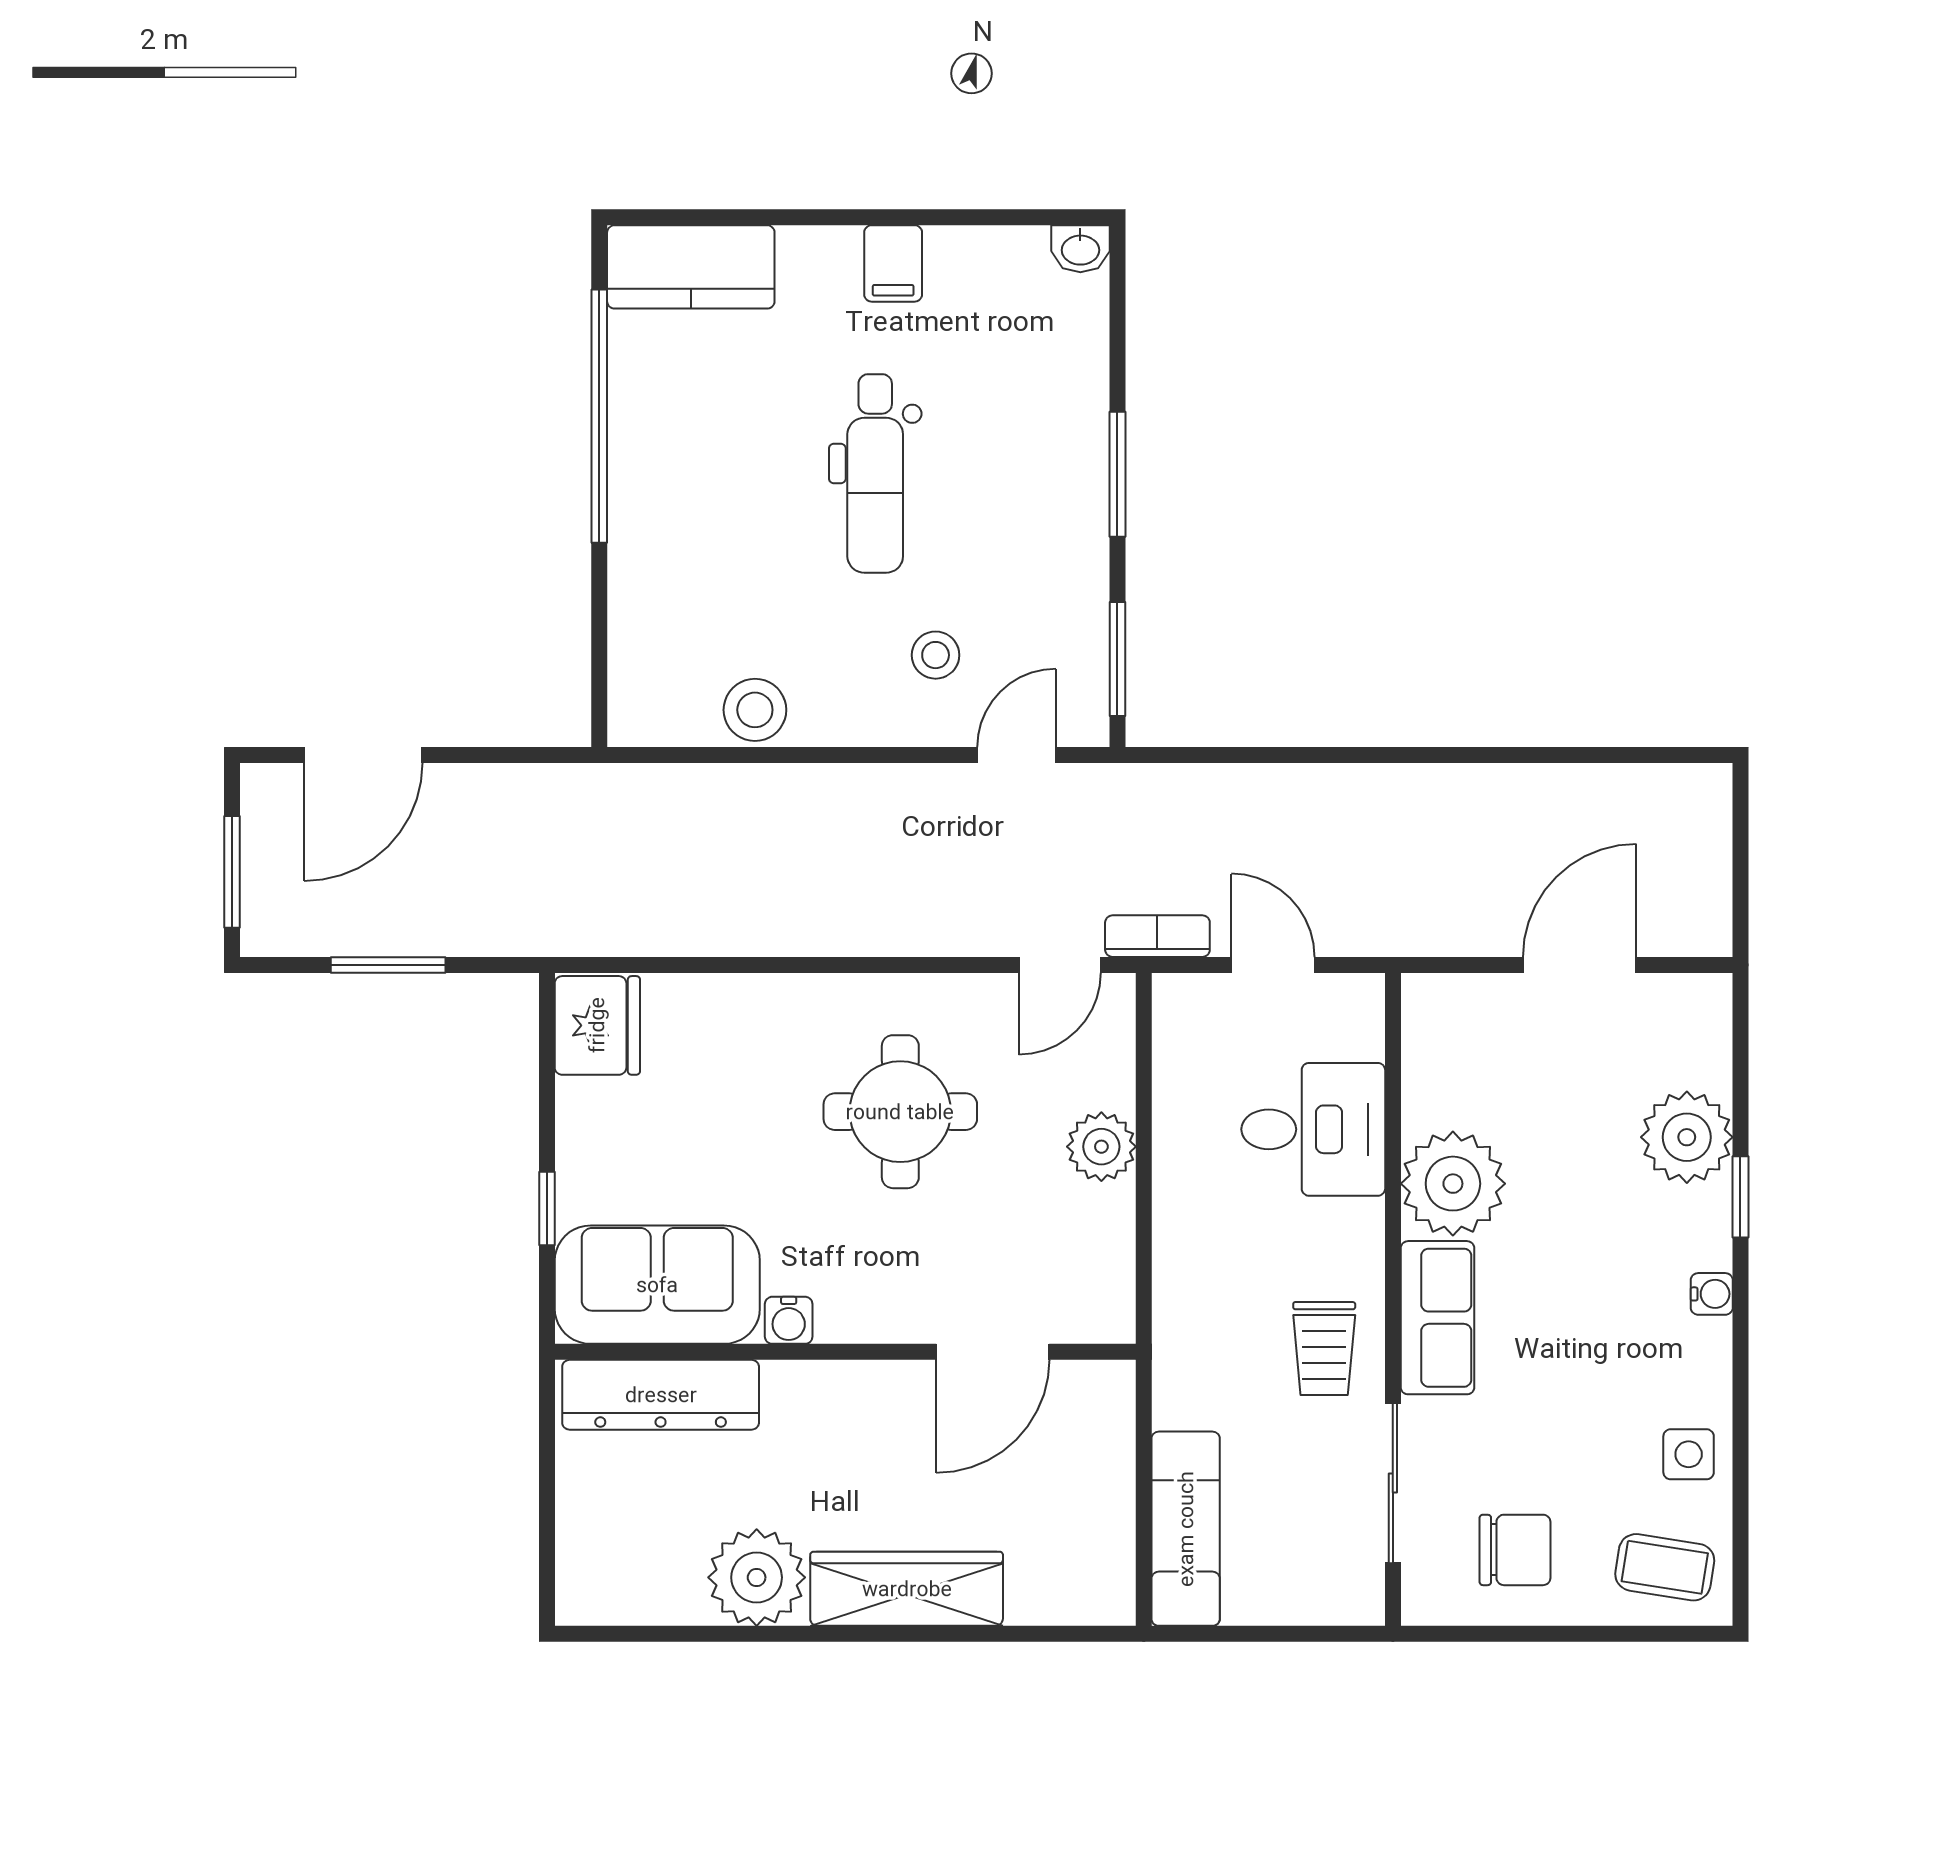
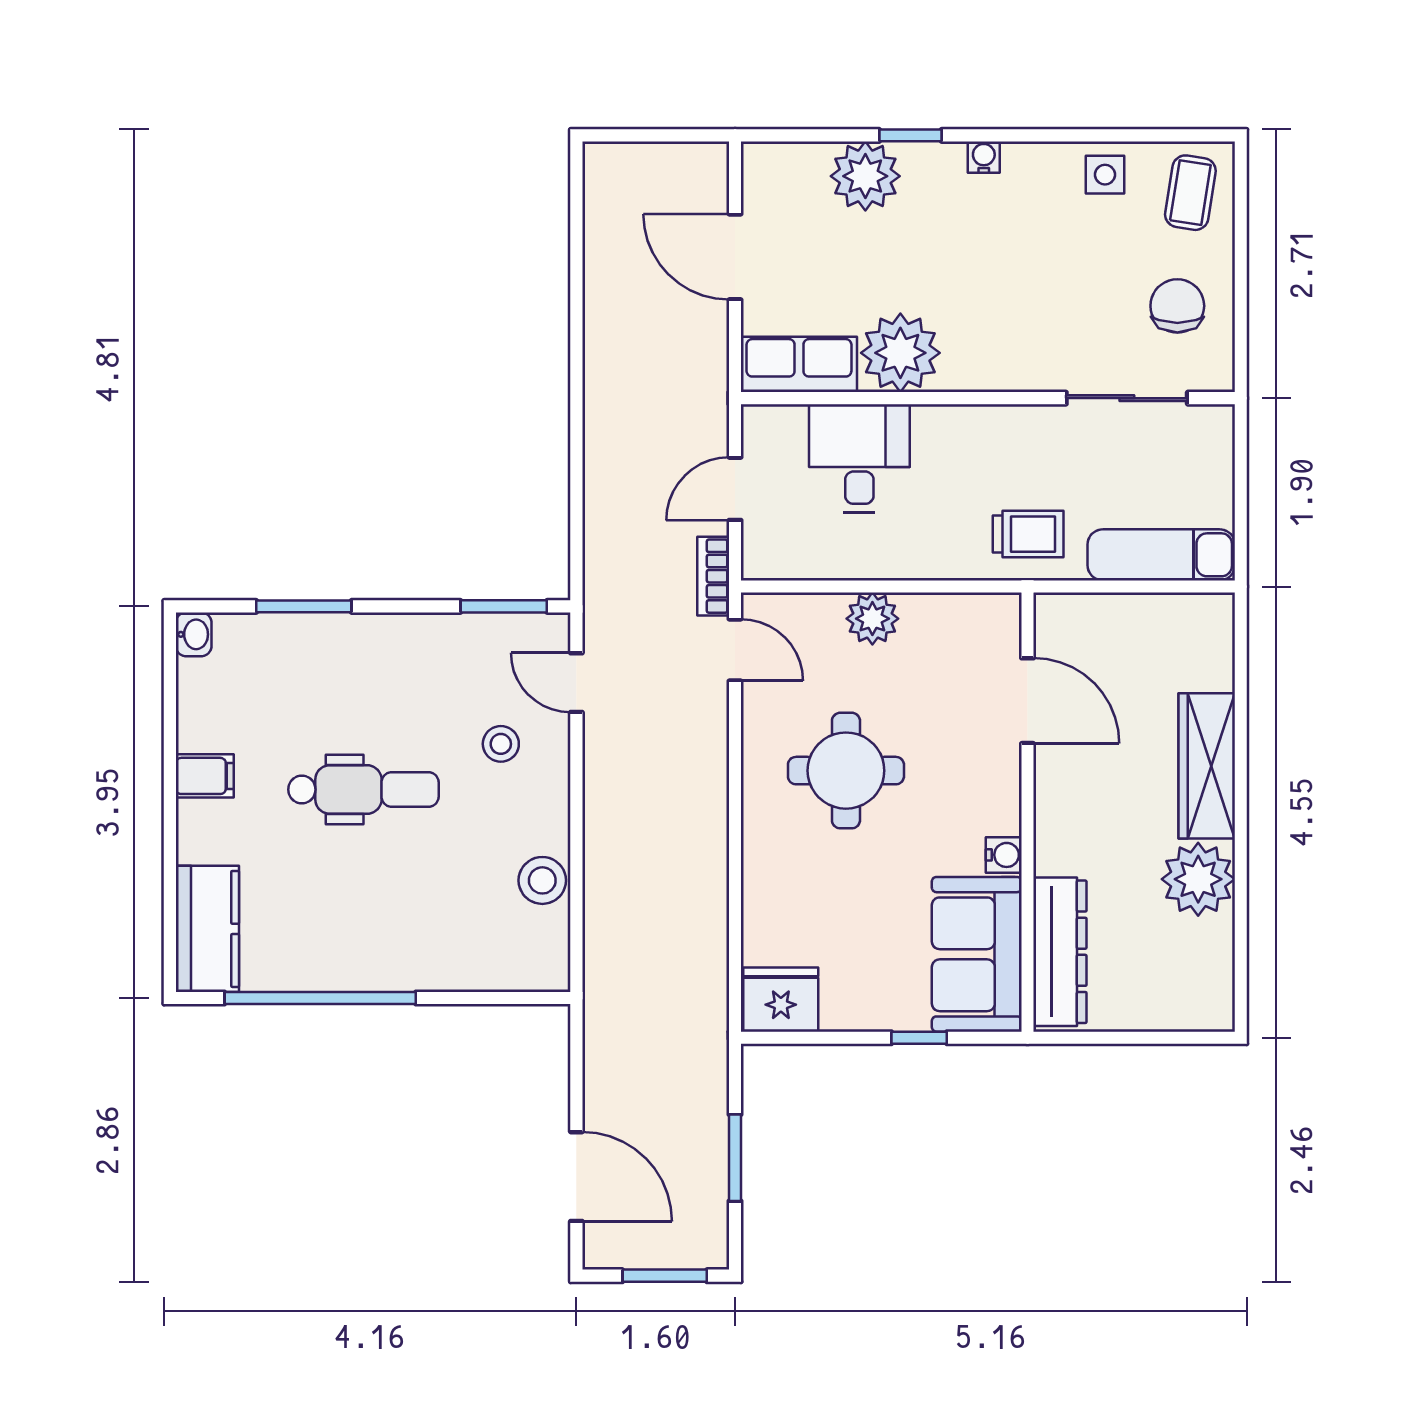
window: (1117, 474) -> (304, 606), moved
row of seats: (1437, 1318) -> (799, 364), moved
trolley: (1324, 1349) -> (1028, 534), moved

